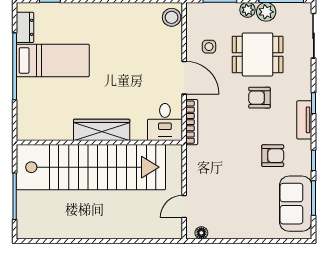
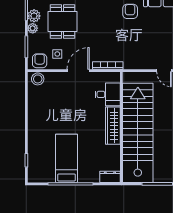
dresser: (25, 27) -> (110, 177), moved
armchair: (259, 98) -> (40, 61), moved, turned 180
desk: (165, 122) -> (108, 94), moved

